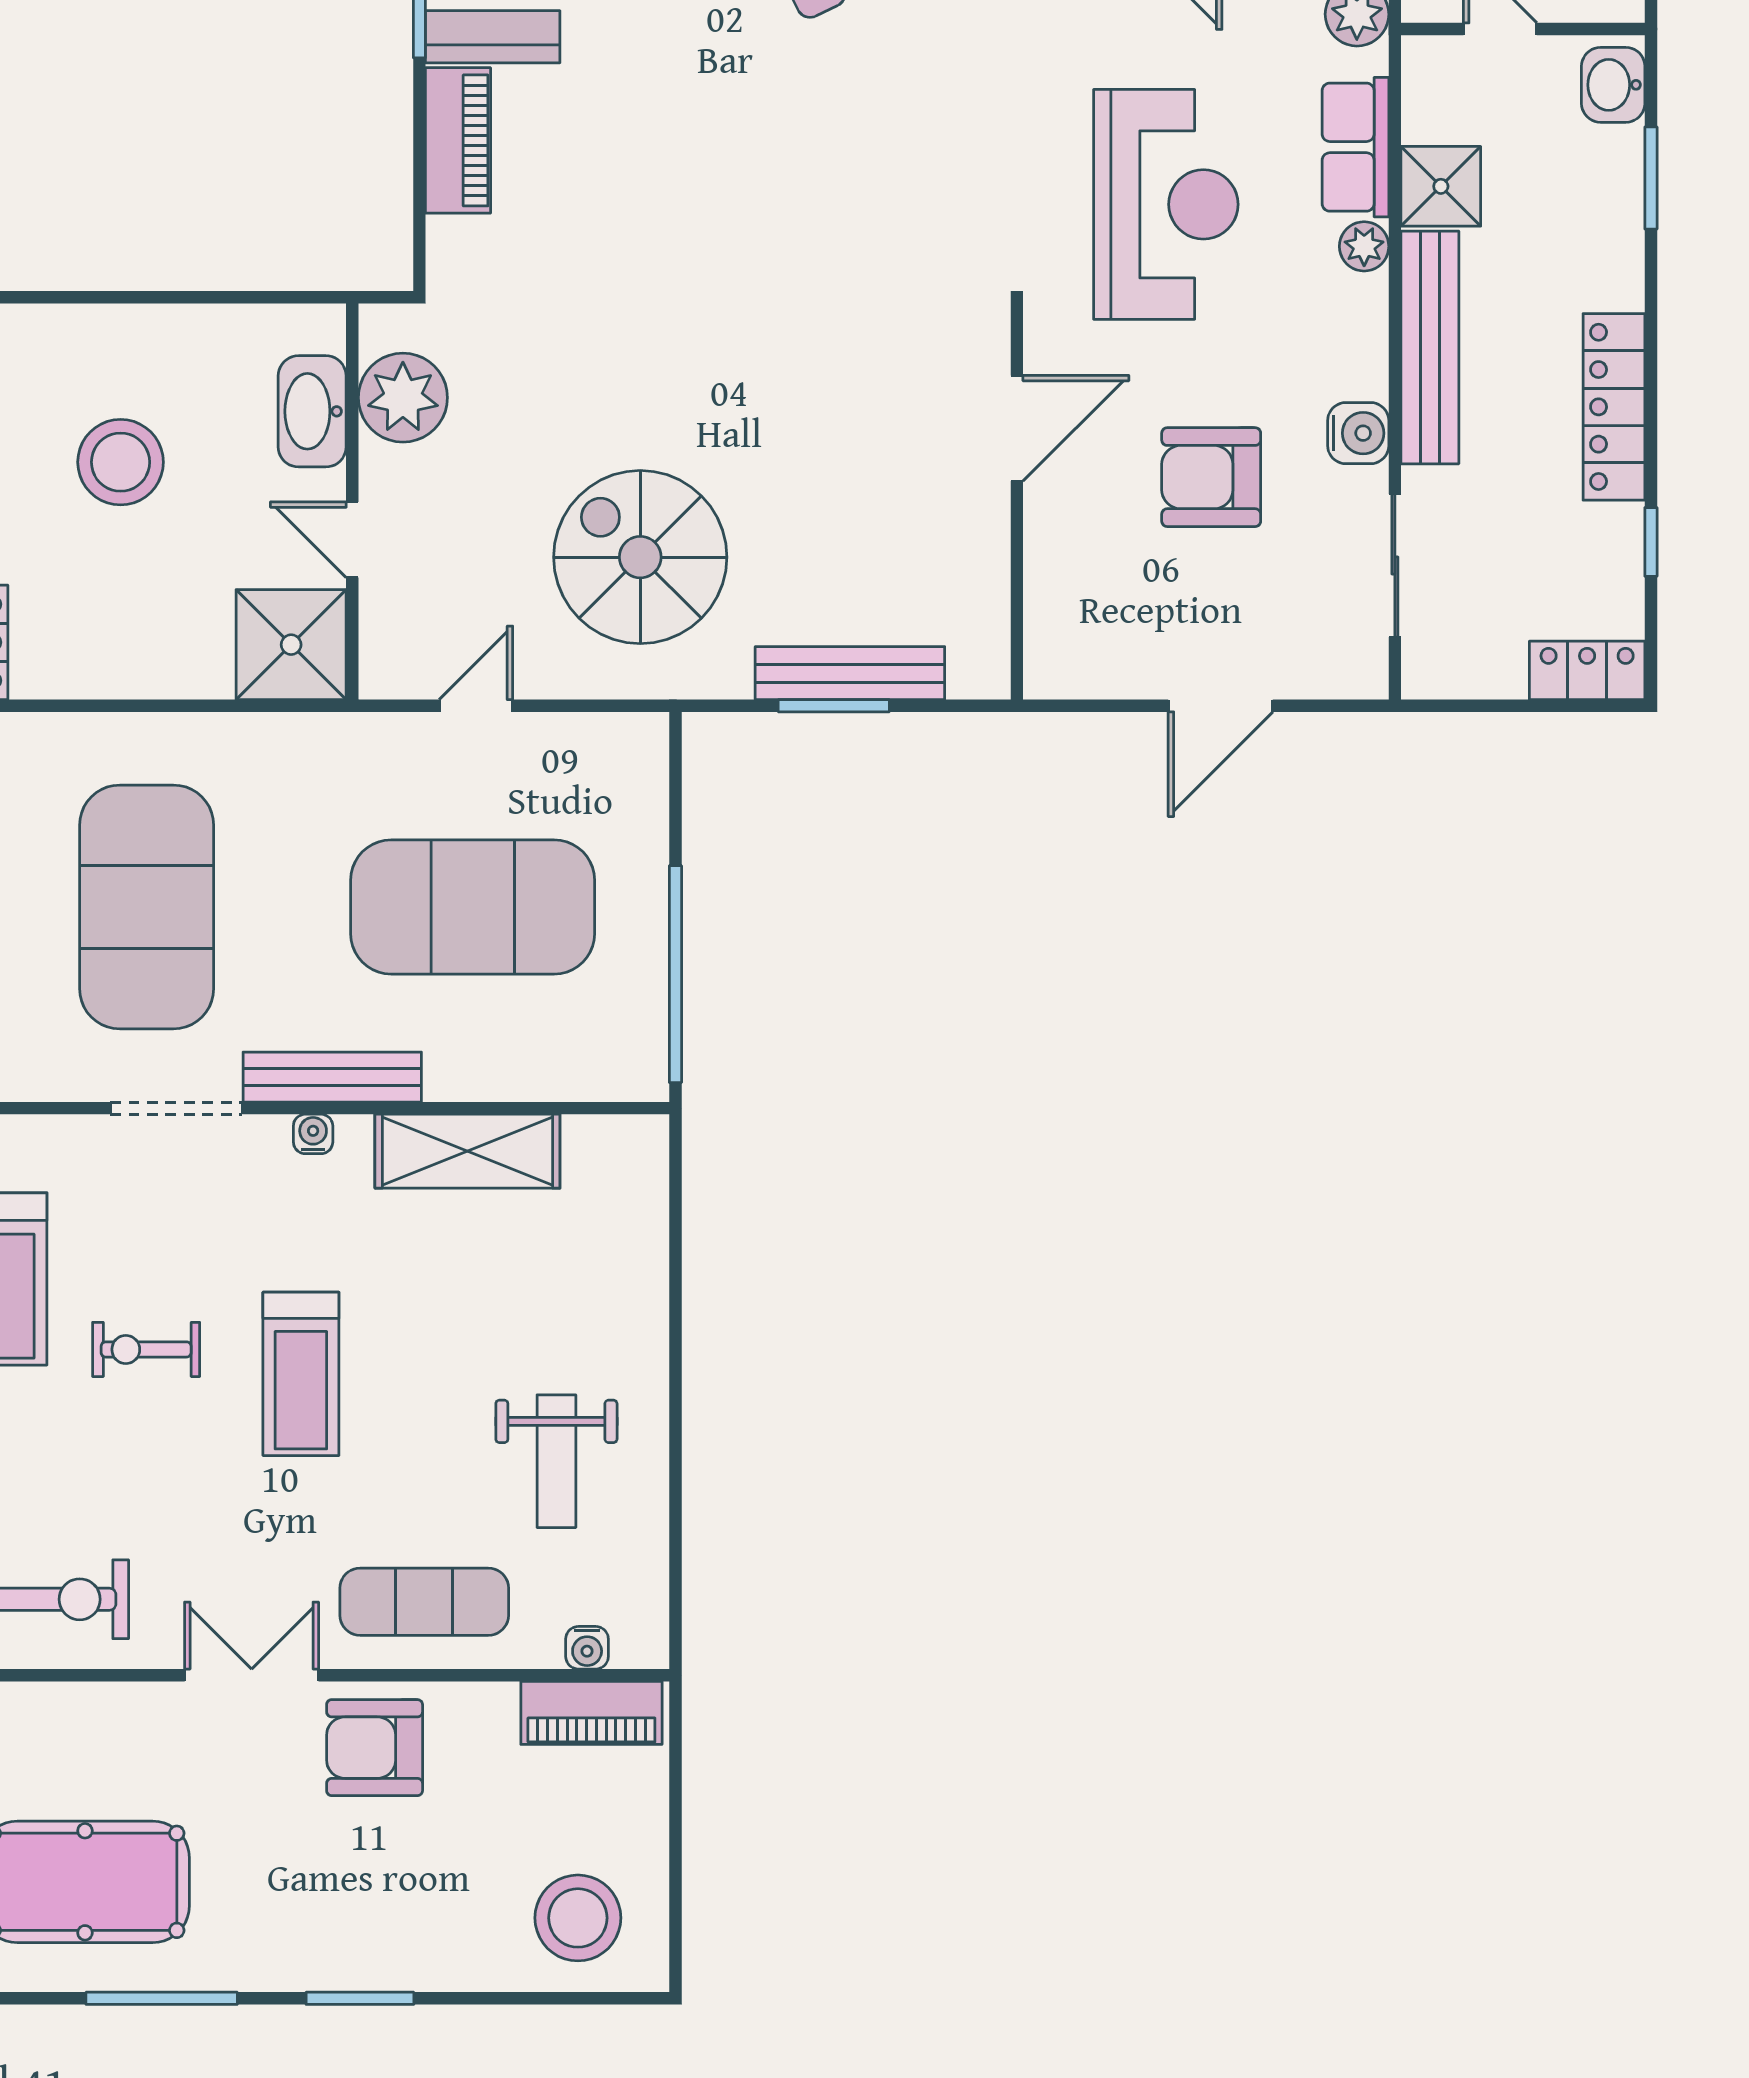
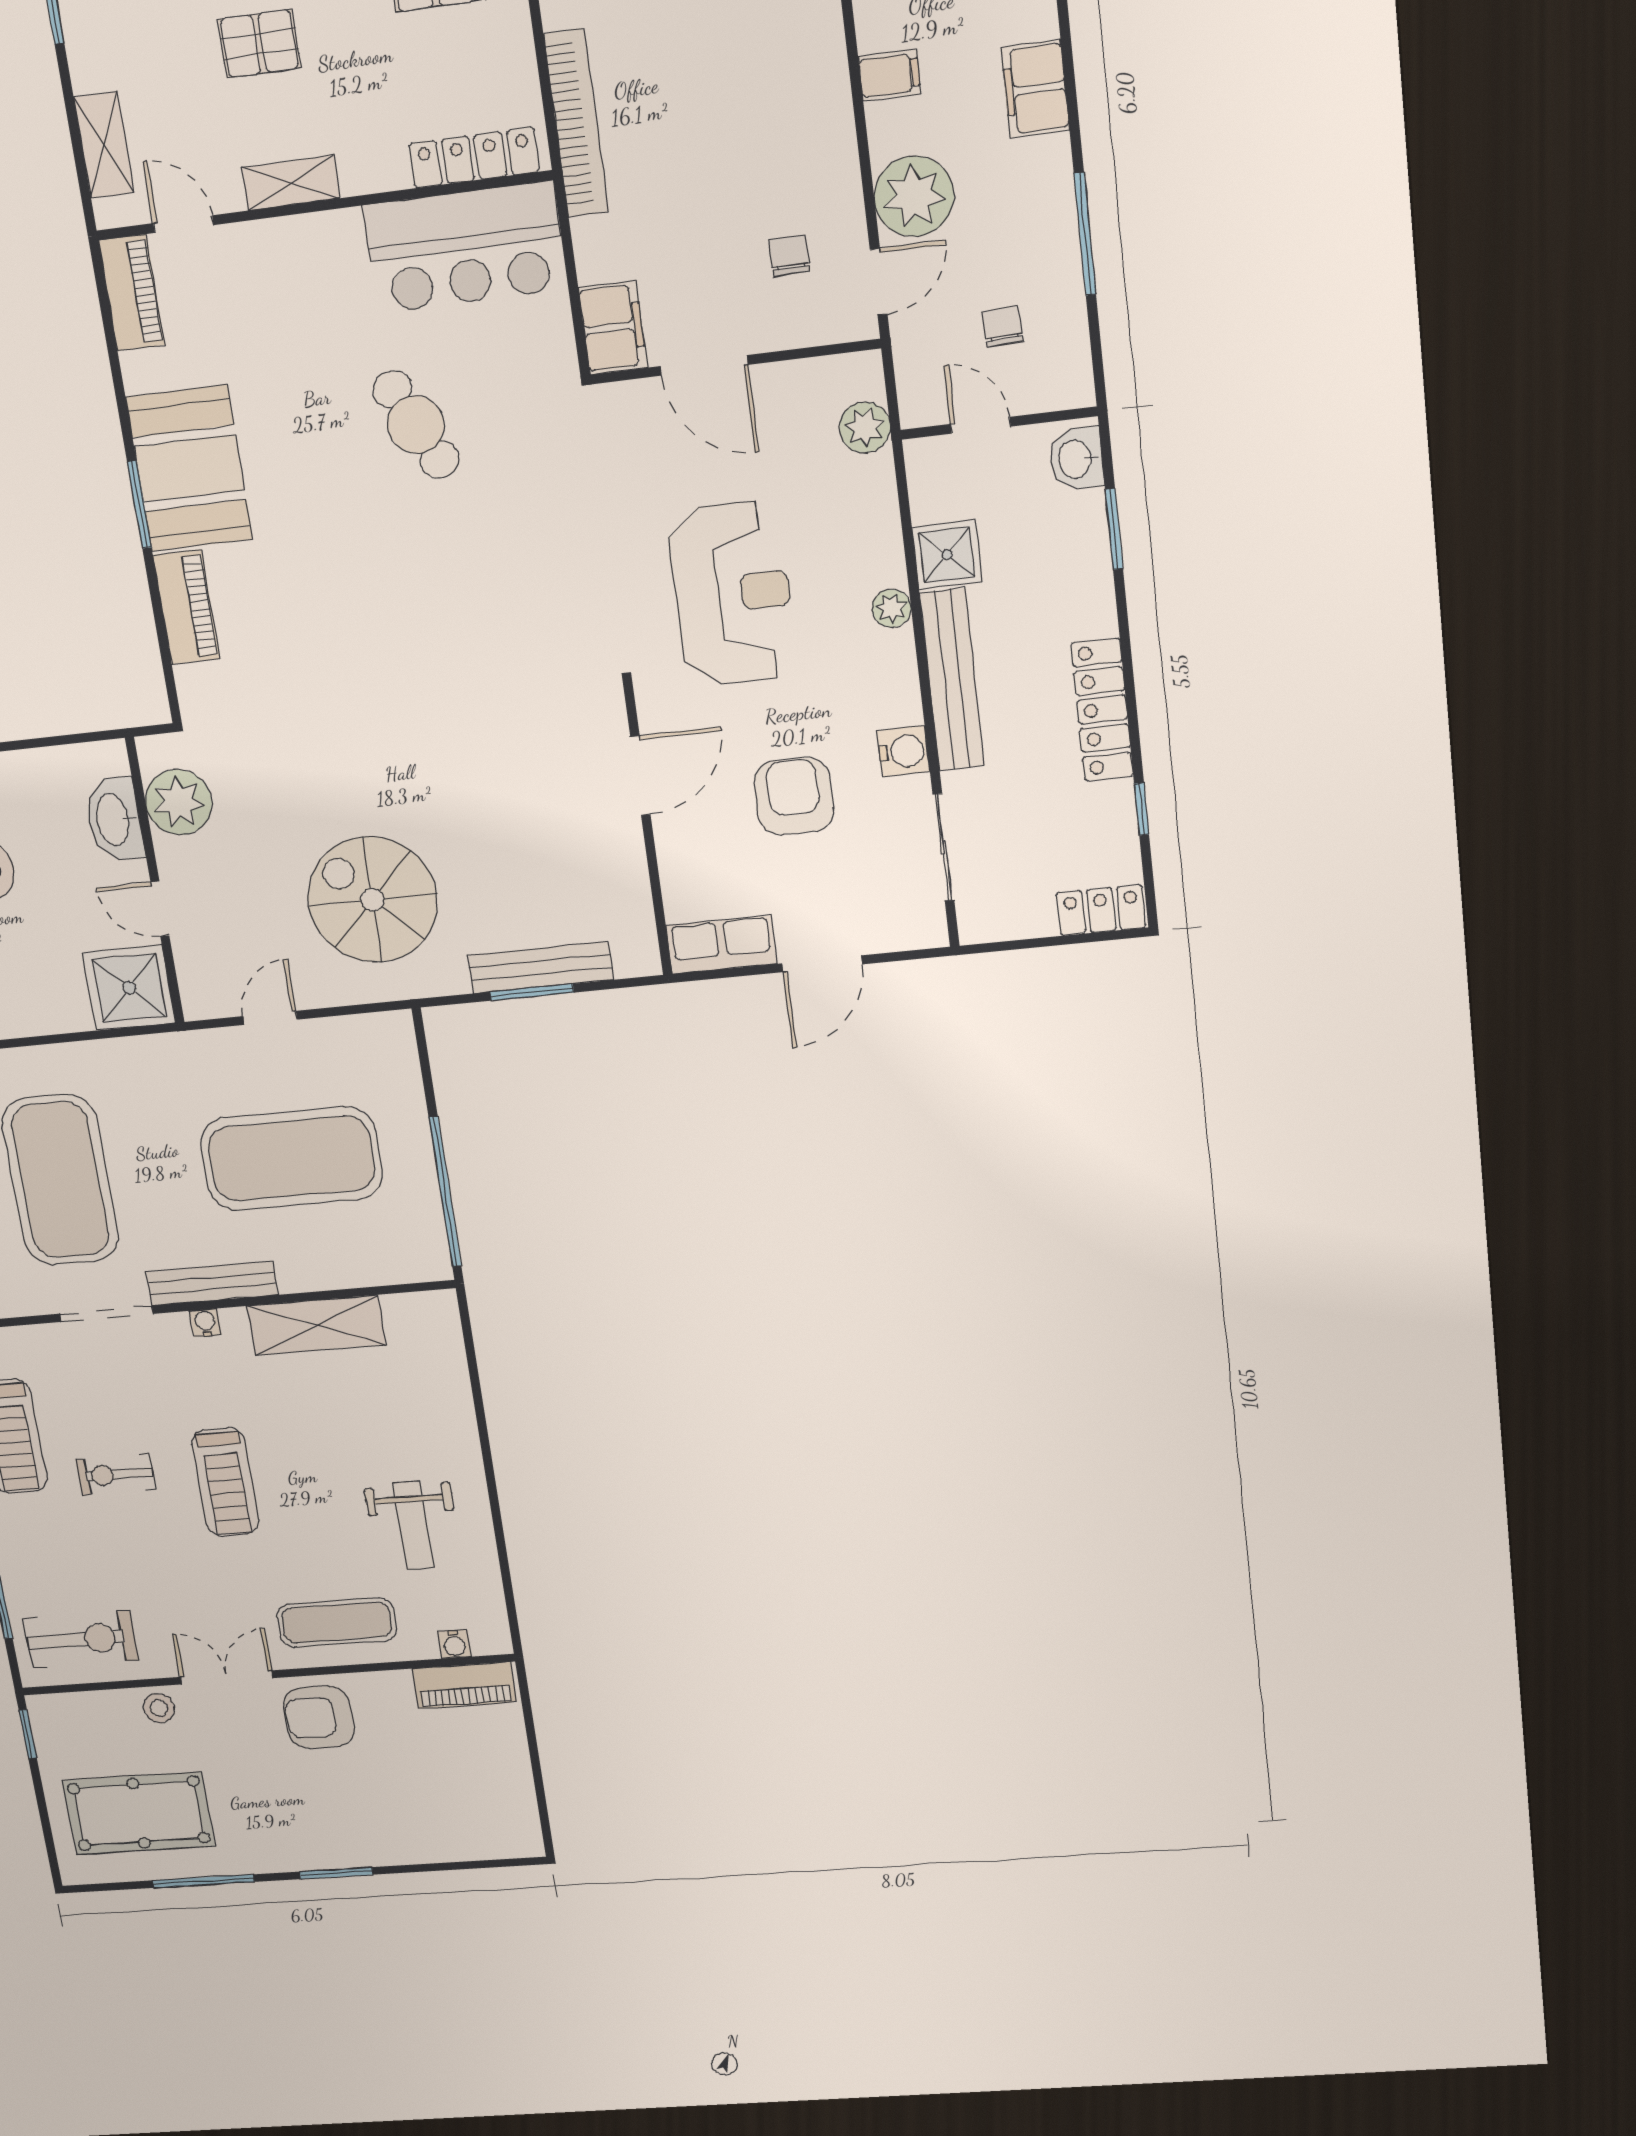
row of seats: (1355, 147) -> (722, 945), moved, turned 90
armchair: (1211, 477) -> (794, 796), turned 90
stool: (578, 1918) -> (159, 1708), moved, width x0.53, depth x0.53

